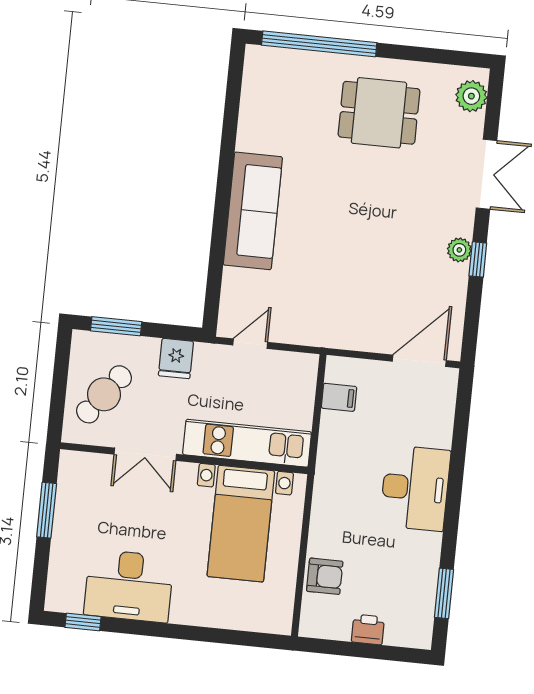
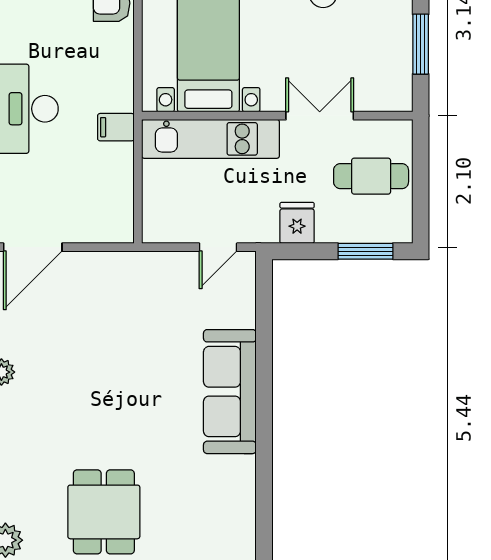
dining table: (379, 113) -> (104, 512), turned 90
cafe table: (104, 394) -> (371, 176), turned 53
filing cabinet: (339, 397) -> (116, 127), moved

